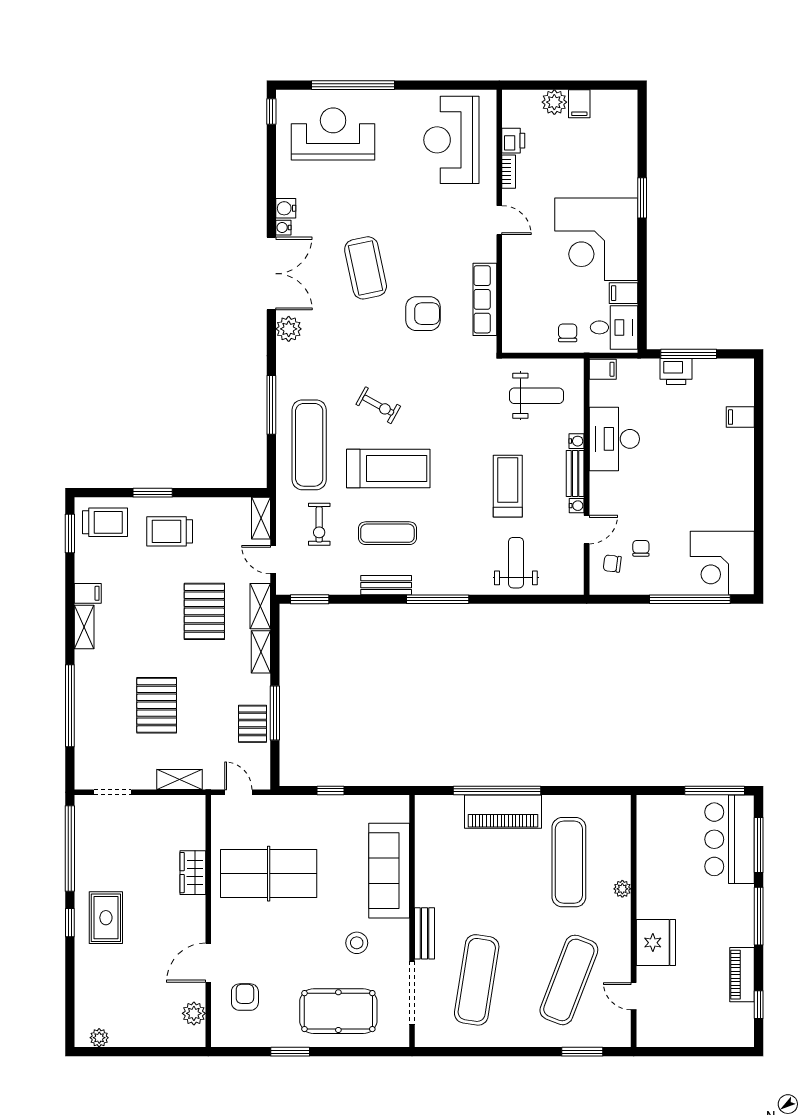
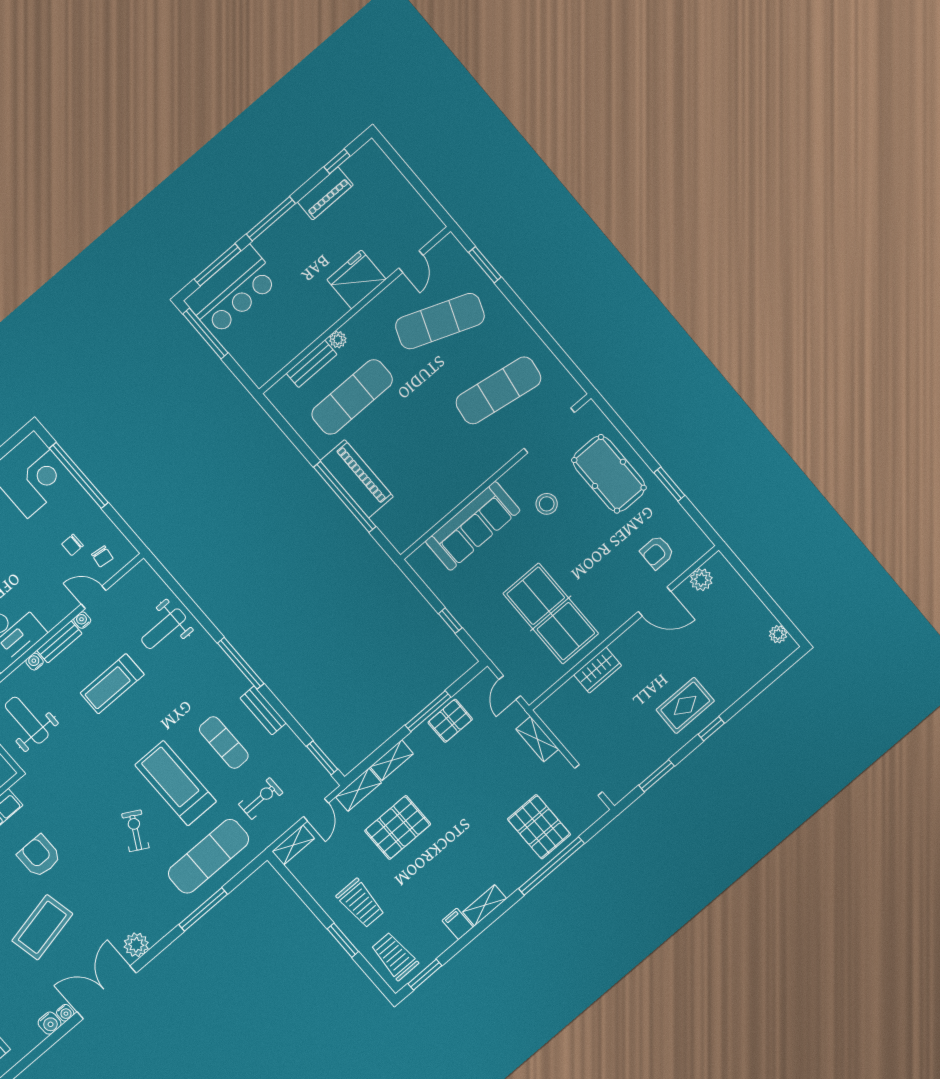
pallet: (157, 705) -> (539, 827), moved, turned 90
window: (70, 849) -> (657, 776), width x0.47
bench: (424, 933) -> (312, 364), moved

